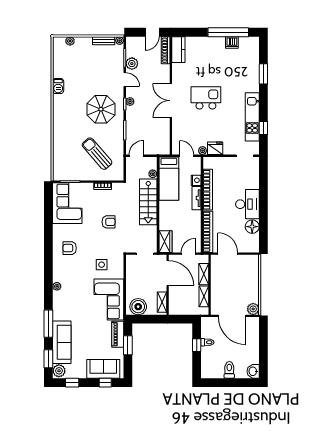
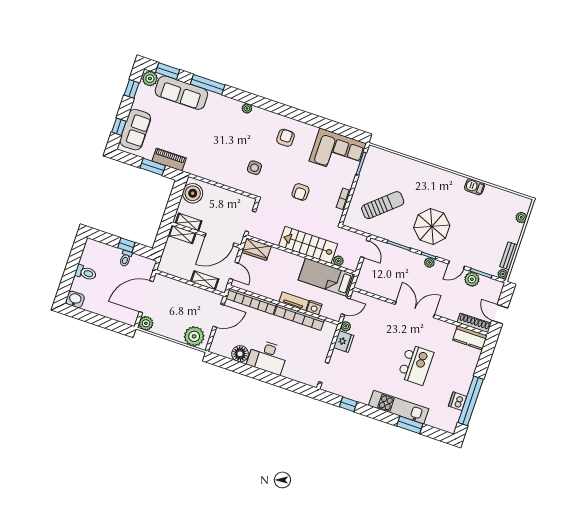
kitchen island: (206, 98) -> (416, 365), moved
kitchen unit: (252, 117) -> (399, 407), moved
plant: (251, 267) -> (194, 336), added
shelving: (204, 296) -> (182, 235), moved
corner sofa: (109, 300) -> (212, 163), removed

